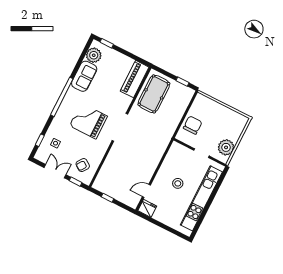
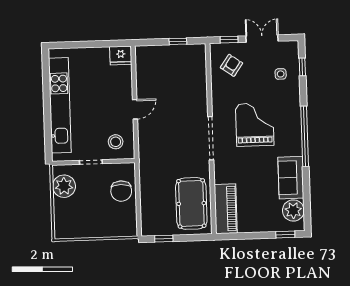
grand piano: (88, 121) -> (255, 125), turned -90
double door: (55, 171) -> (262, 39), swing flipped
stool: (178, 183) -> (116, 142), moved
door: (146, 191) -> (135, 109), moved

